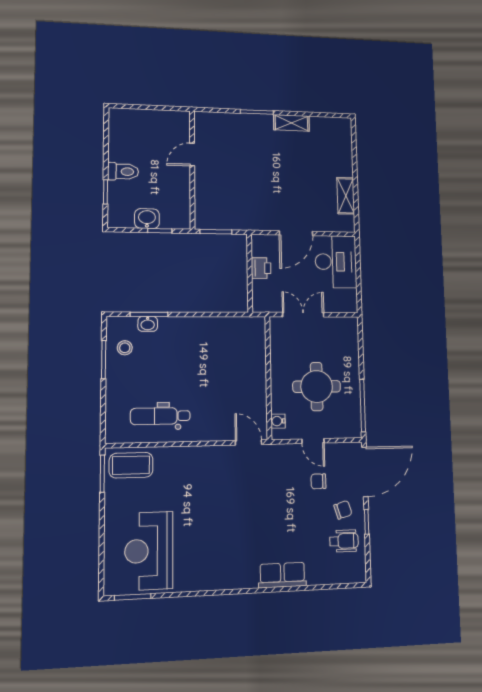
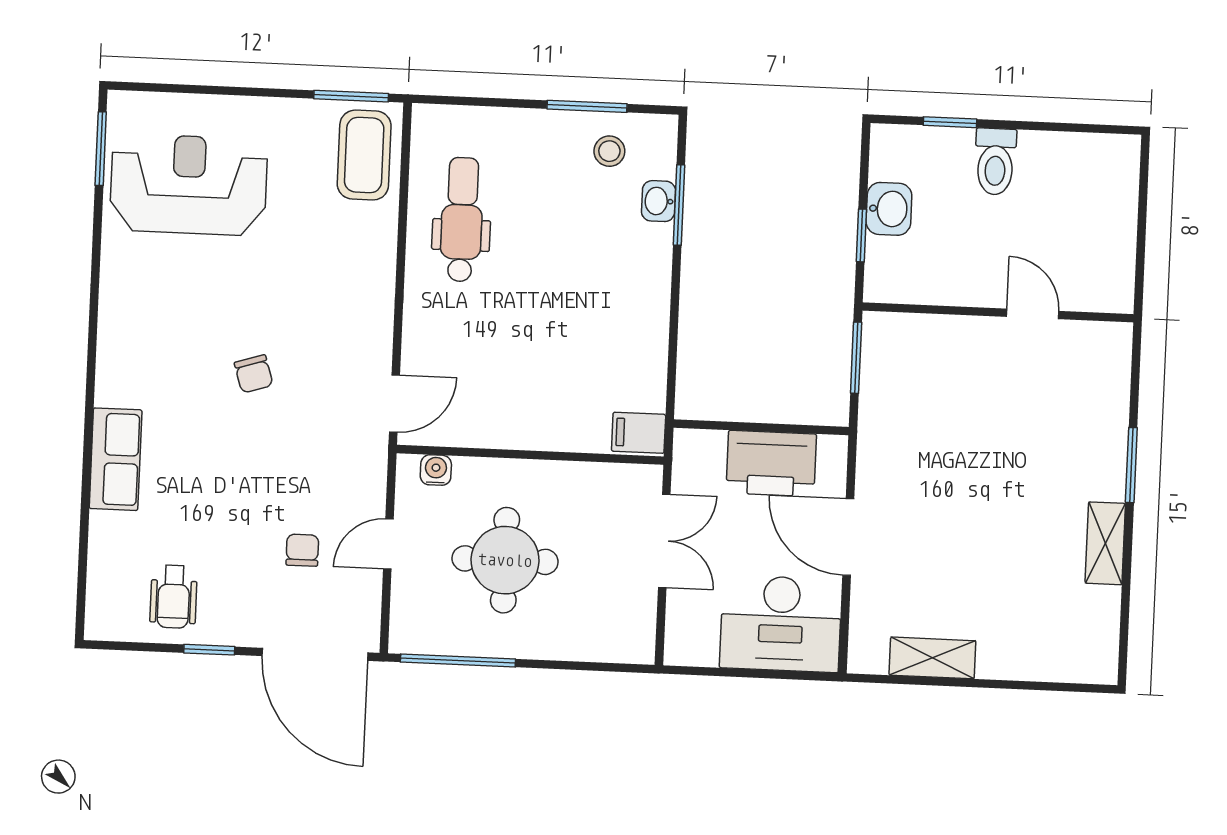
printer: (261, 268) -> (771, 463), width x1.87, depth x1.48
filing cabinet: (255, 328) -> (639, 433), added
chair: (343, 510) -> (254, 374), moved

